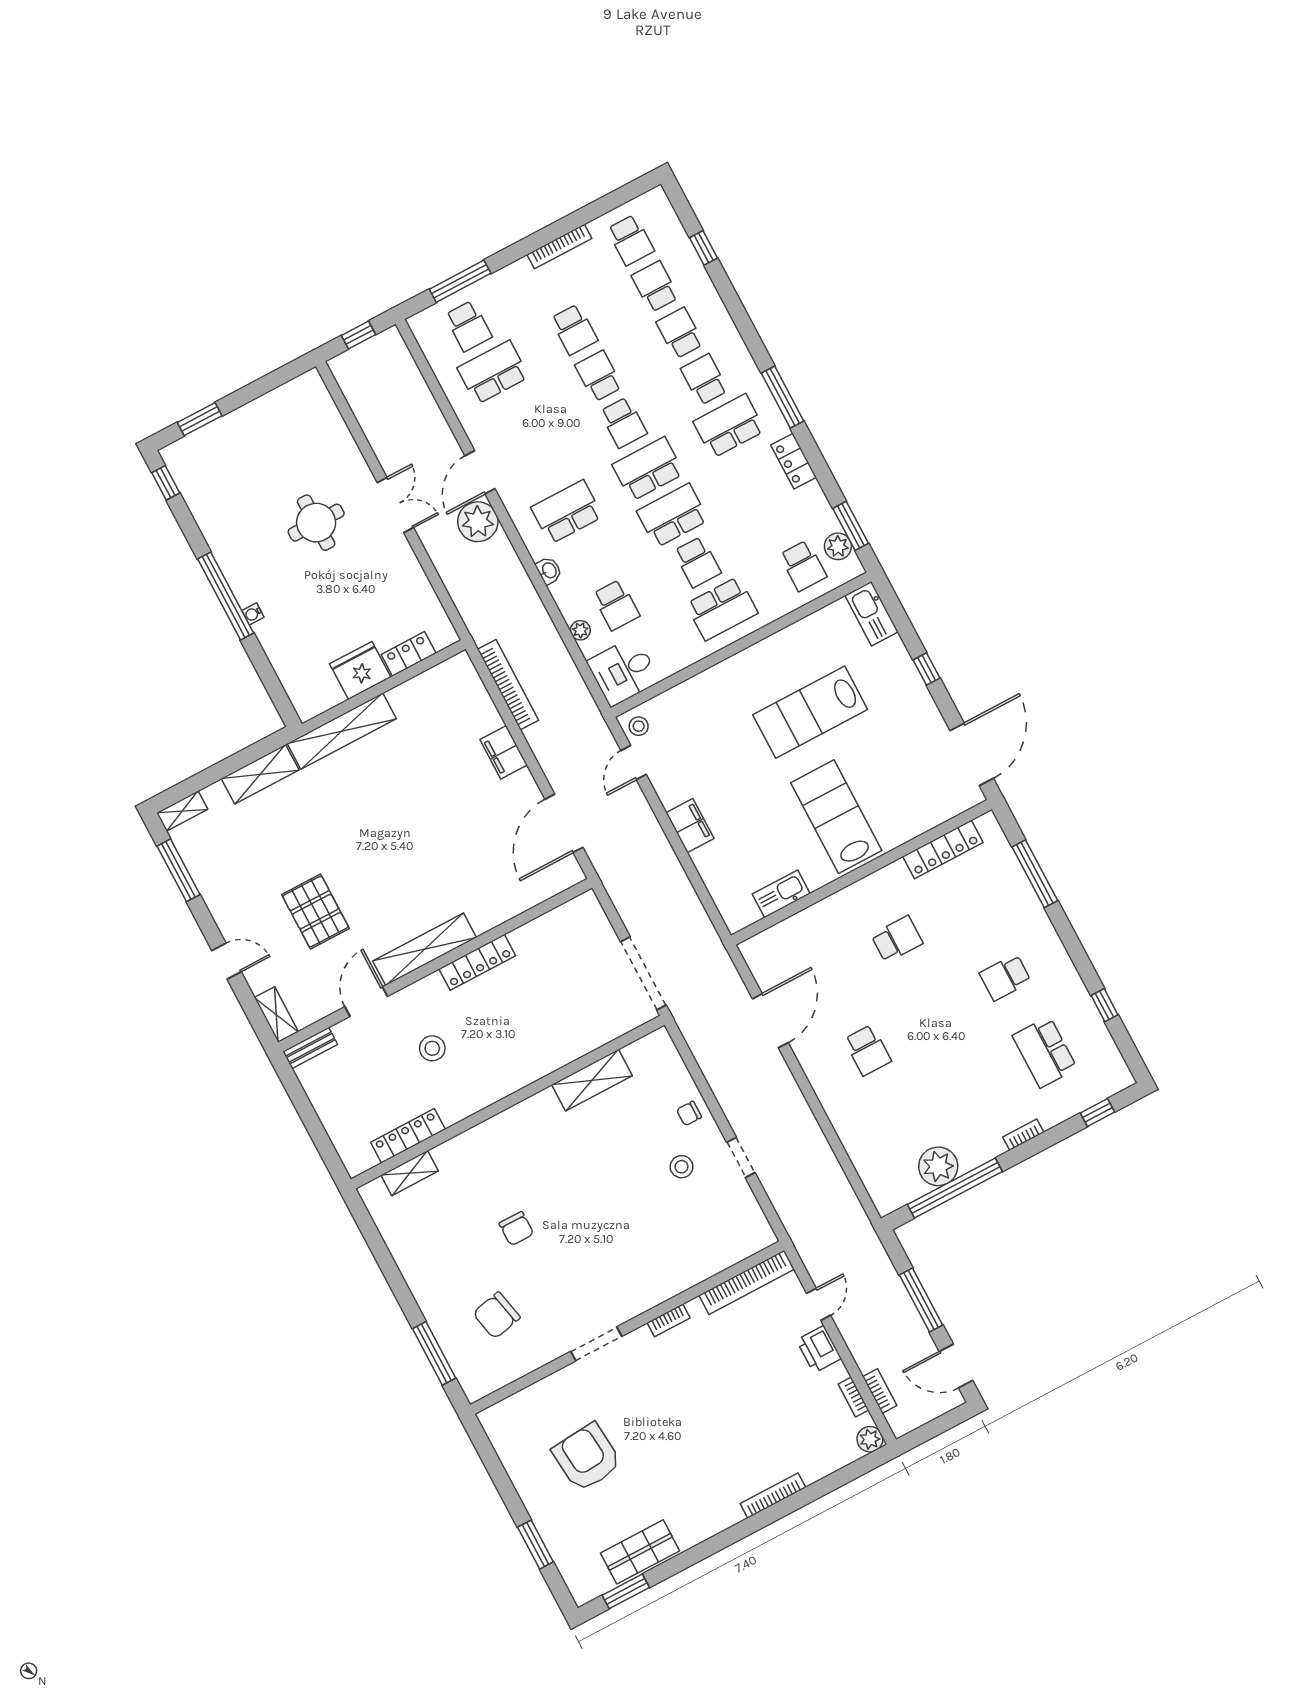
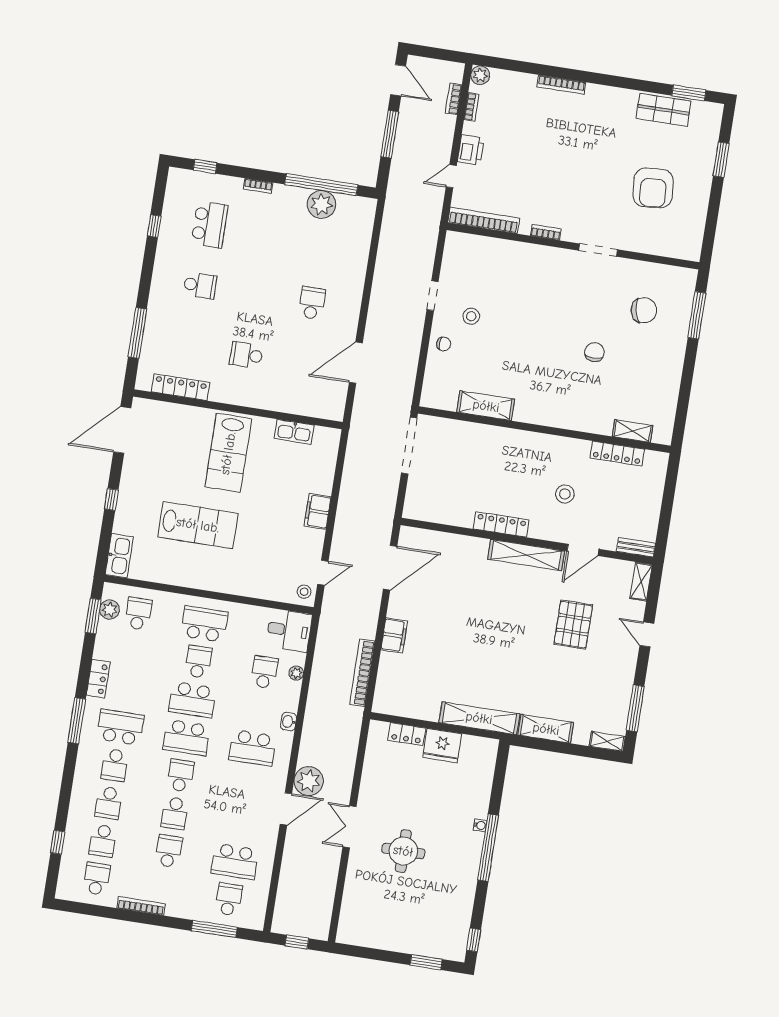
school desk: (729, 426) -> (120, 727), turned 180

